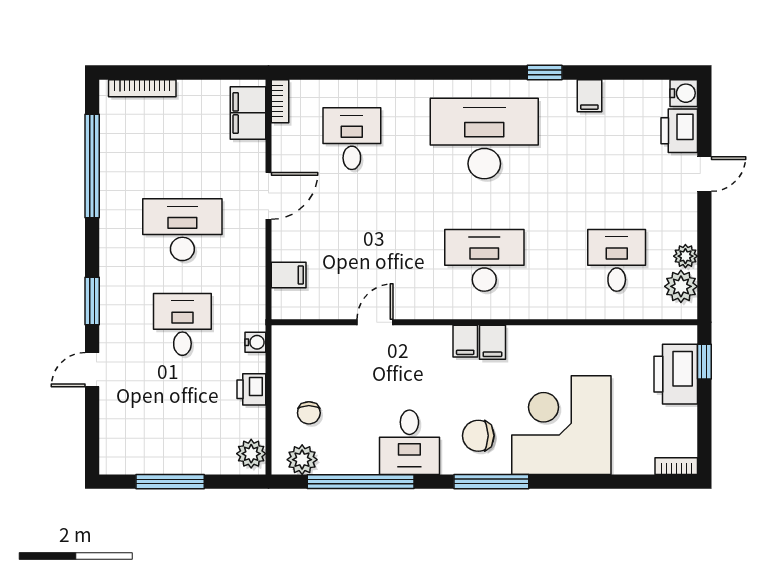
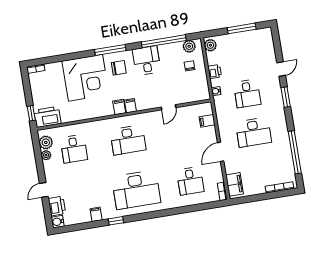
printer: (676, 374) -> (47, 117), moved, turned -90

